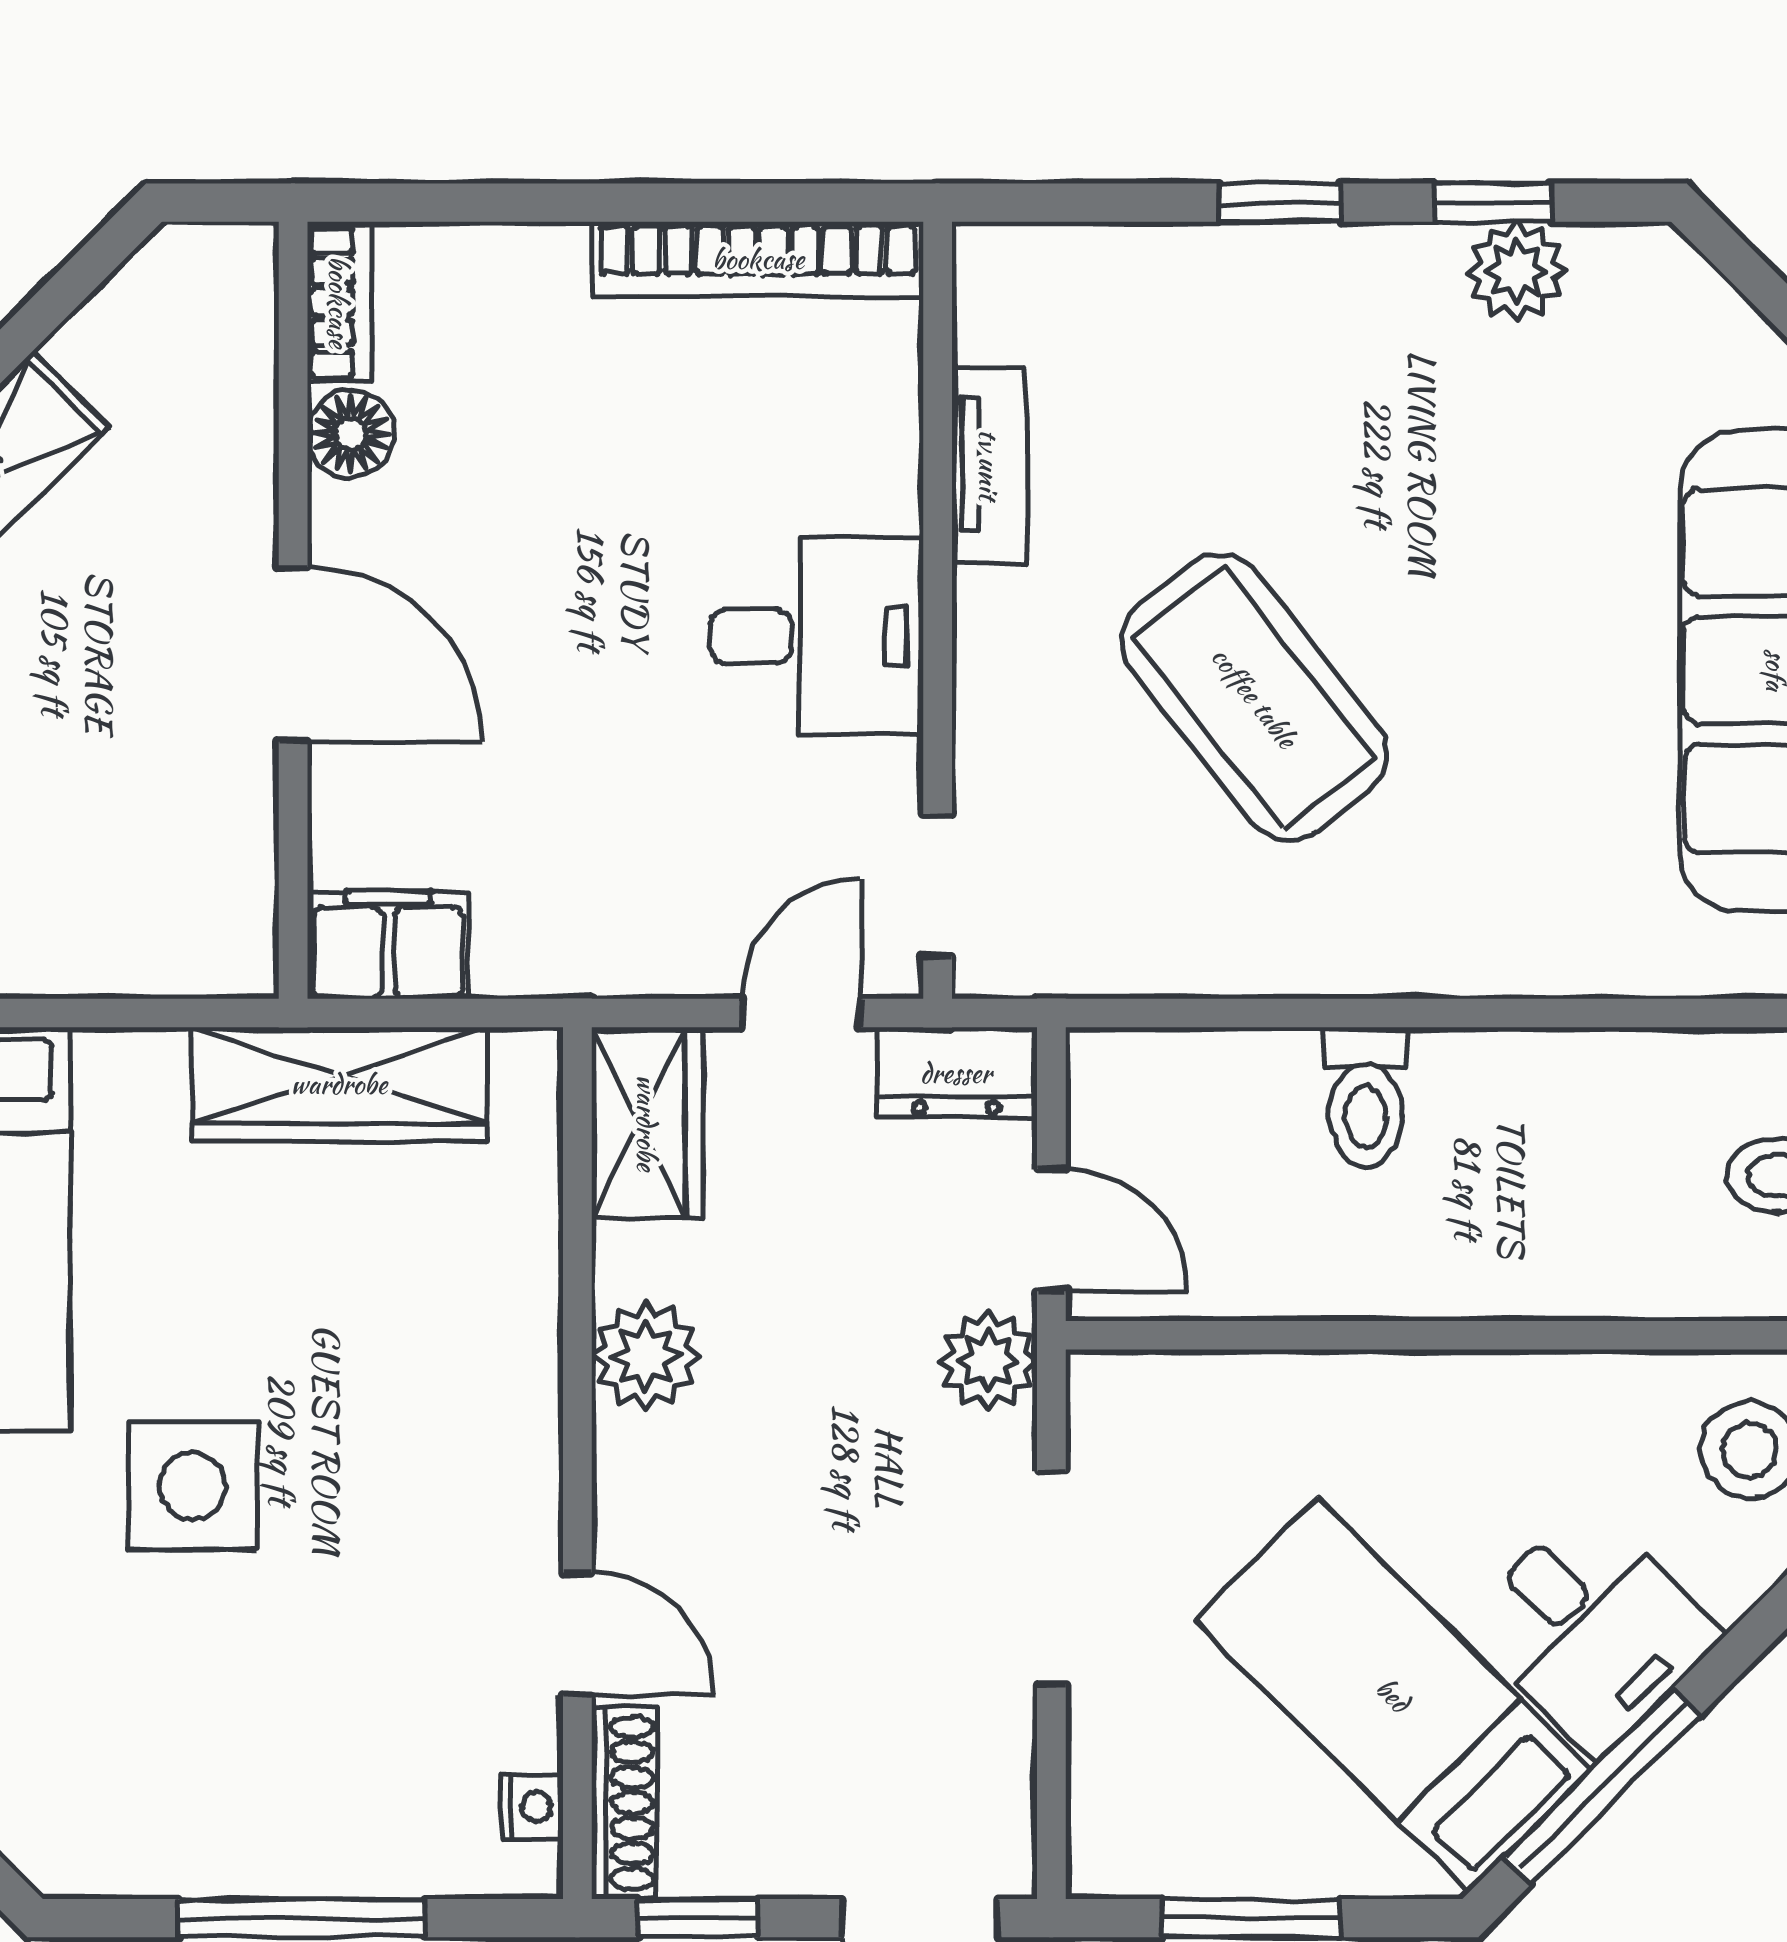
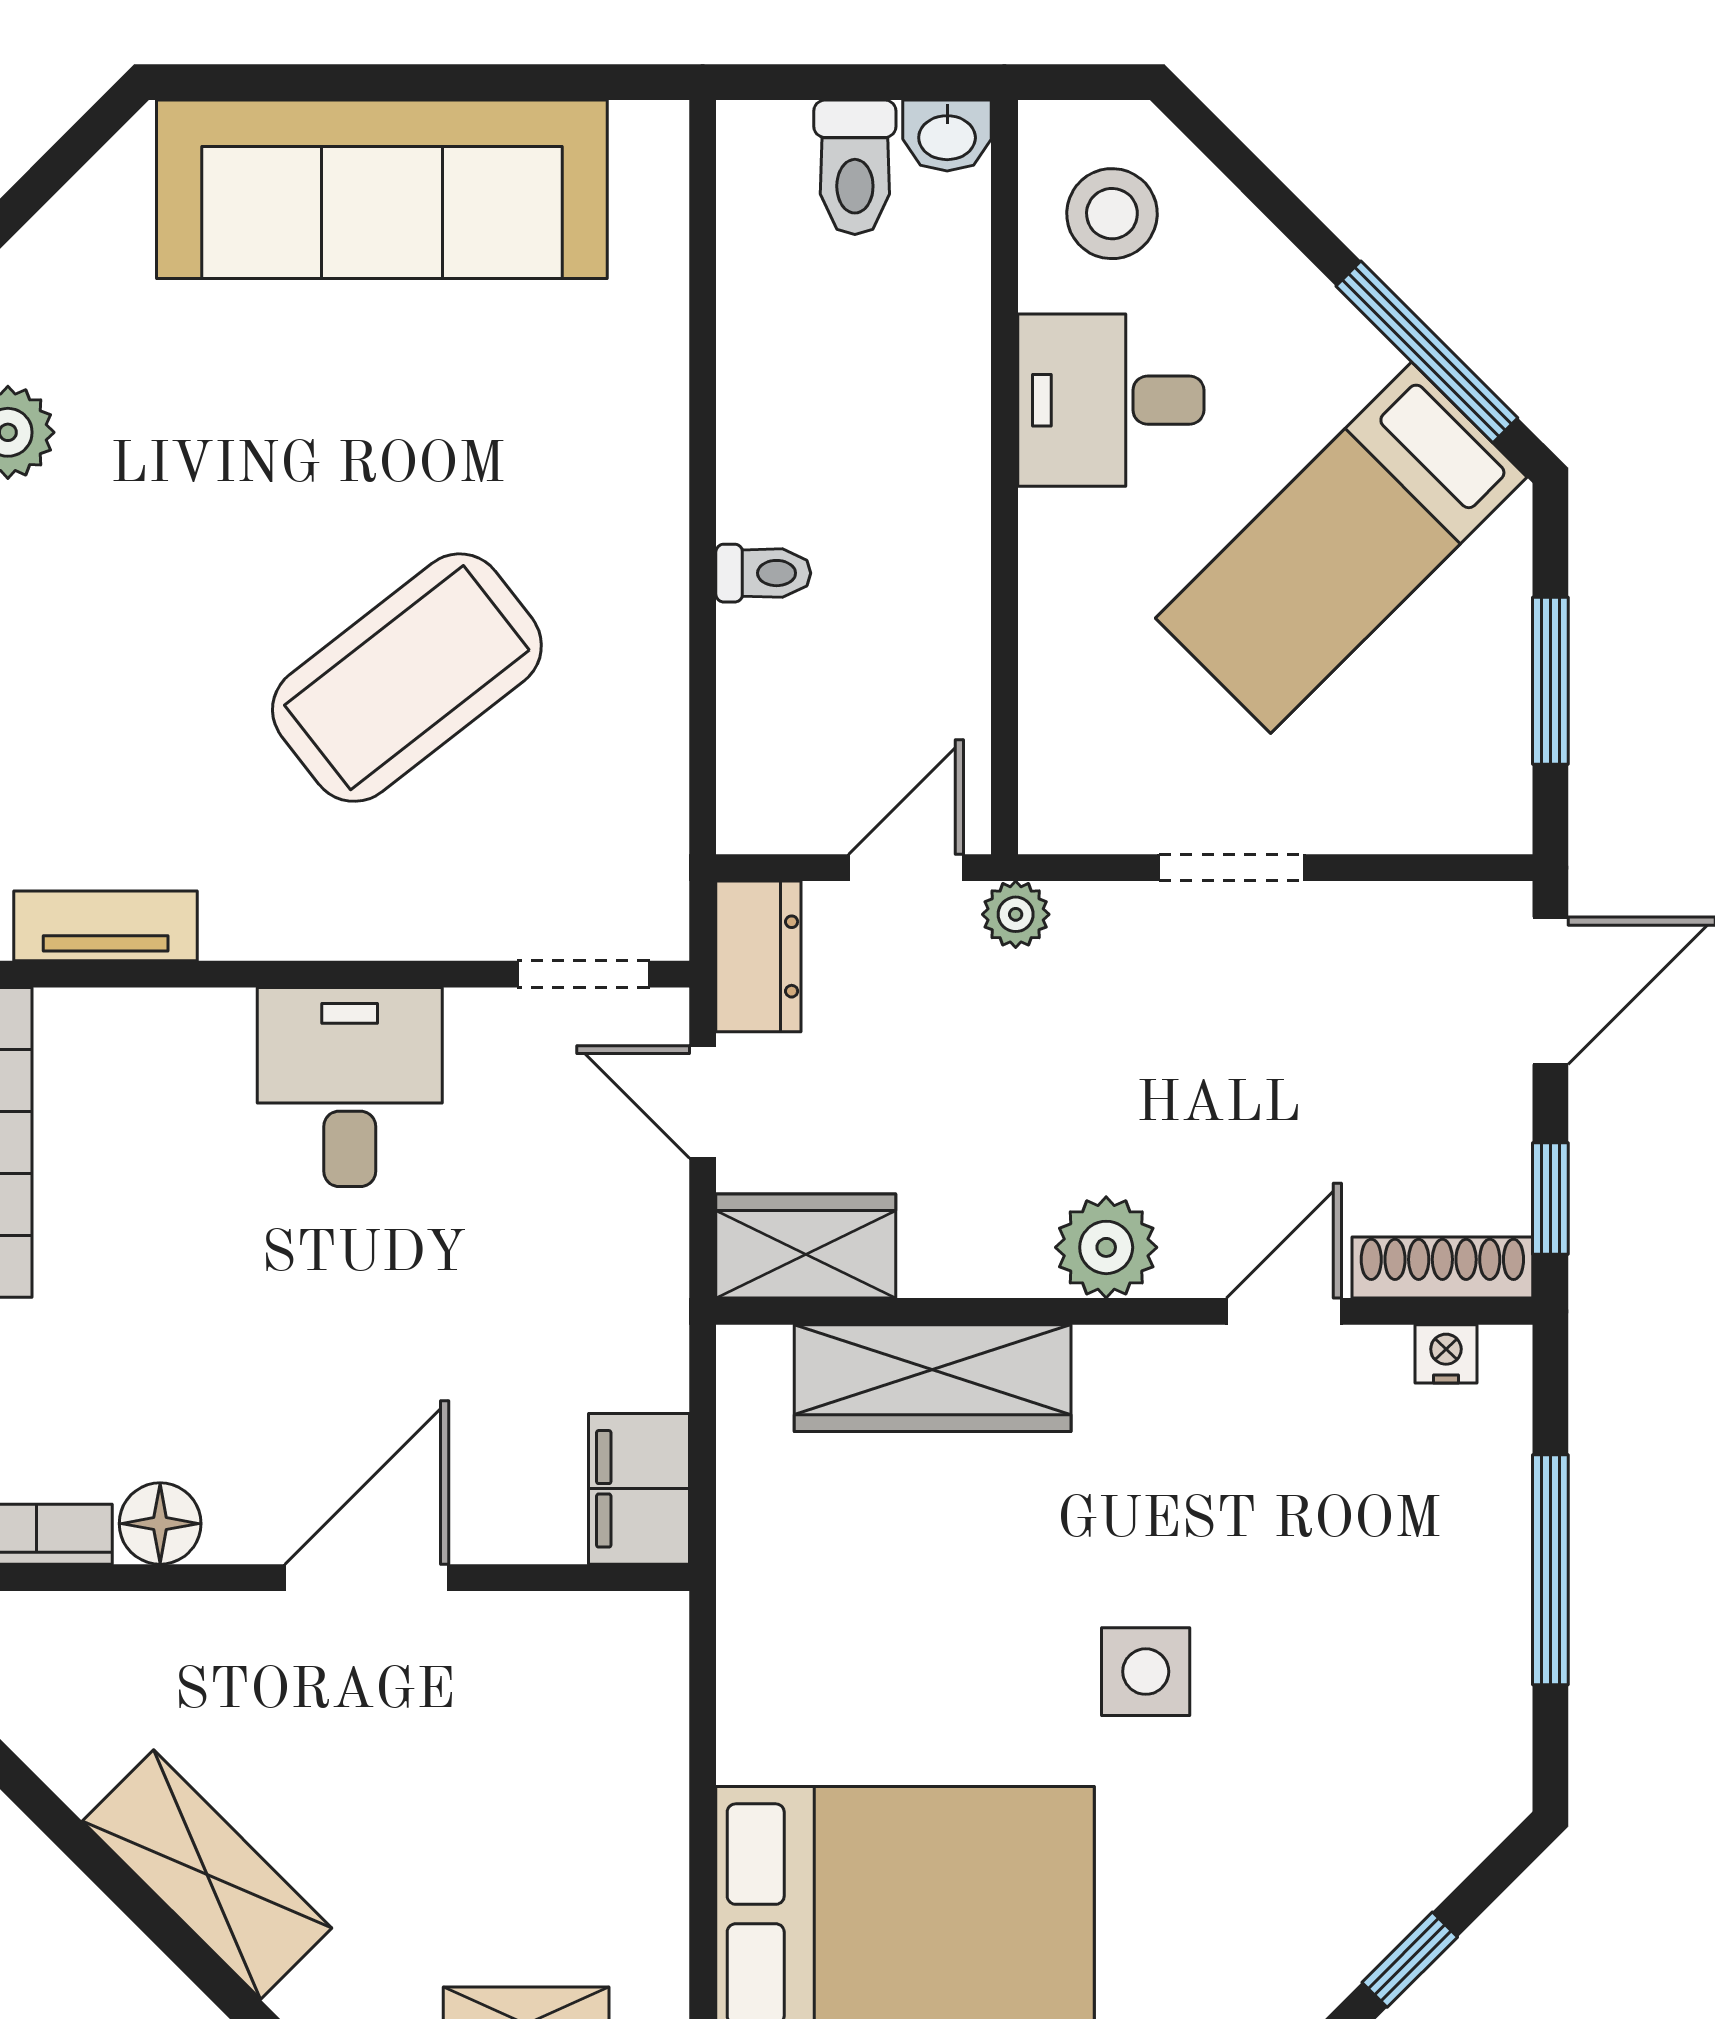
tv unit: (989, 465) -> (106, 926), moved
wardrobe: (339, 1084) -> (933, 1378), moved, turned 90
toilet: (1366, 1097) -> (763, 573), width x0.73, depth x0.72
plant: (646, 1356) -> (1106, 1247), moved
plant: (988, 1361) -> (1016, 914), width x0.73, depth x0.73
side table: (193, 1486) -> (1146, 1672), width x0.73, depth x0.73
doorway: (1051, 1578) -> (1232, 868), width x0.73
desk: (1592, 1629) -> (1111, 400), moved, turned -135

